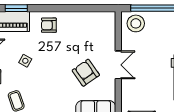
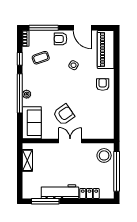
window: (16, 8) -> (117, 58), removed
double door: (118, 65) -> (70, 141), swing flipped

